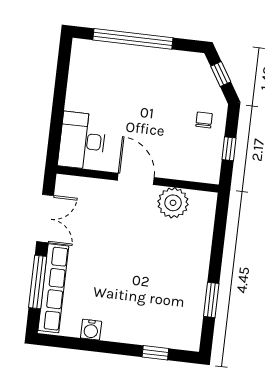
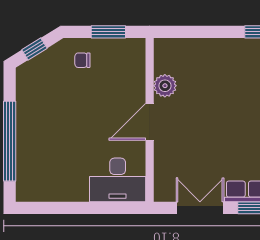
window: (229, 149) -> (108, 32), width x1.50
plant: (173, 203) -> (165, 86), width x0.73, depth x0.73

